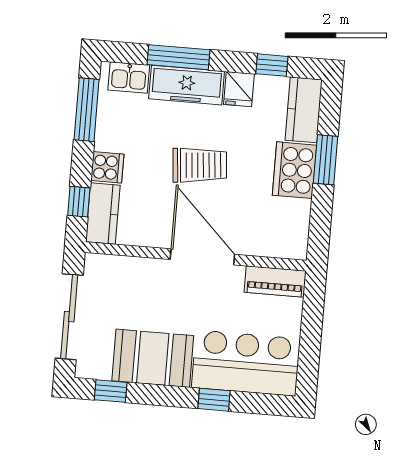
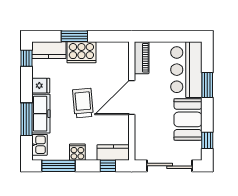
window: (272, 65) -> (26, 58), moved
cooker: (107, 167) -> (77, 152), moved
window: (214, 400) -> (207, 85), width x1.50

